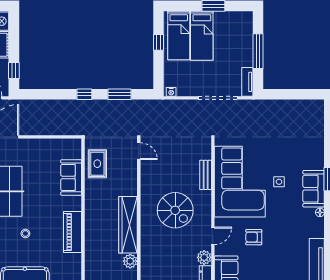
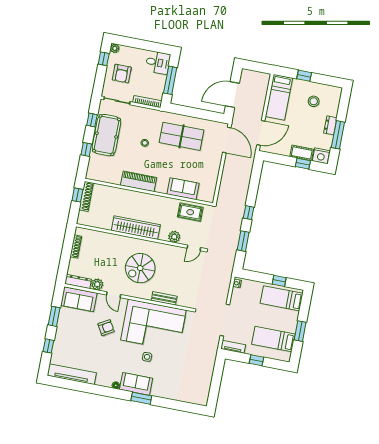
bed: (202, 36) -> (273, 339), moved
window: (258, 51) -> (257, 360), width x0.46
window: (14, 71) -> (303, 164), moved
armchair: (254, 237) -> (106, 328), turned 60
plant: (130, 261) -> (174, 237), moved

